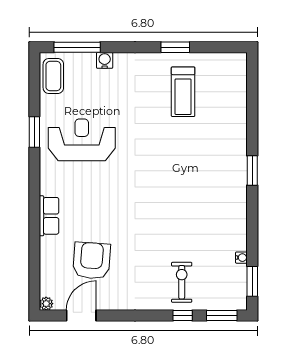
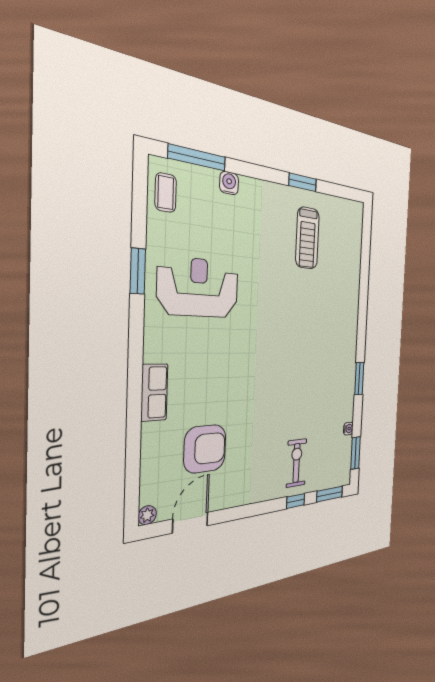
coffee table: (53, 76) -> (166, 193), width x0.73, depth x0.77
window: (252, 170) -> (359, 379), moved
armchair: (92, 261) -> (205, 449), turned 86

